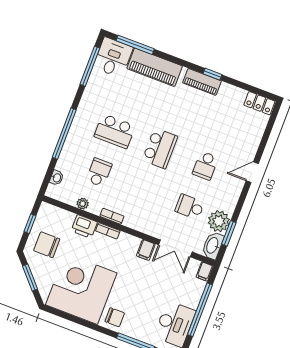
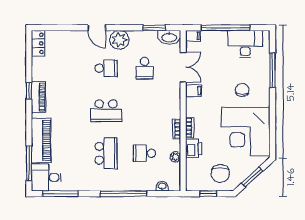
school desk: (160, 148) -> (106, 111), turned 180
plant: (219, 221) -> (119, 40), moved
chair: (115, 317) -> (242, 90), moved

